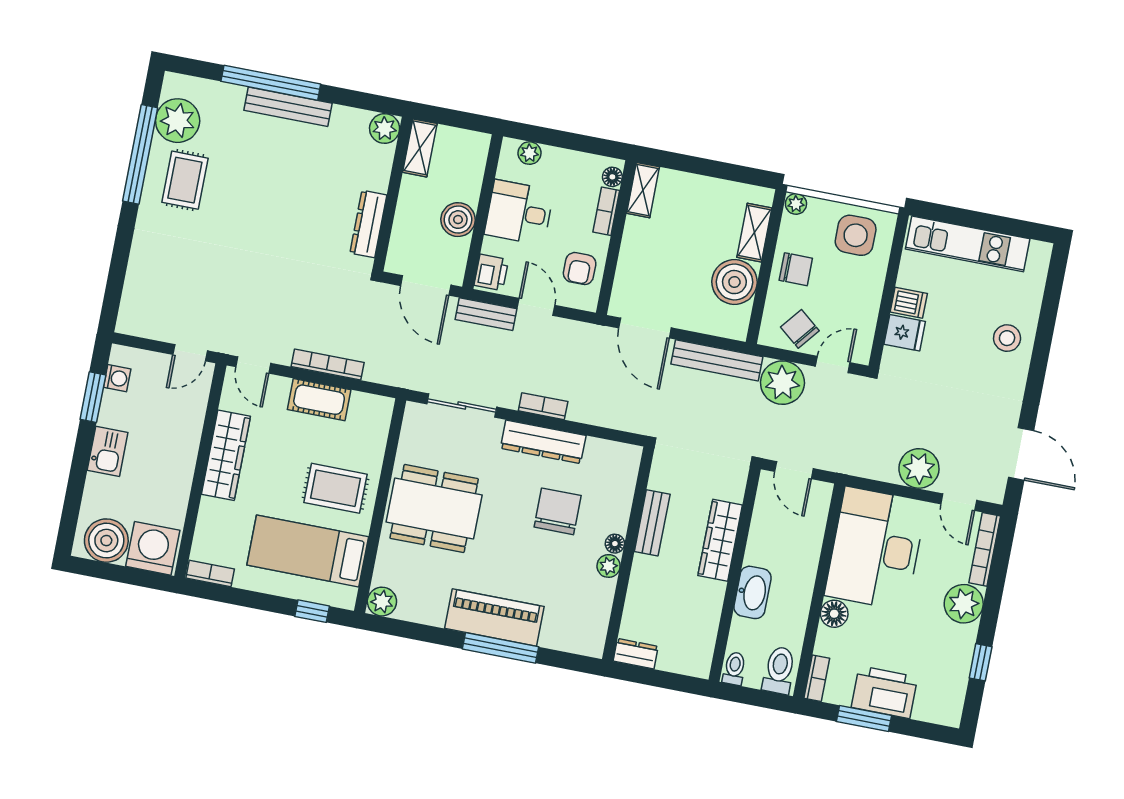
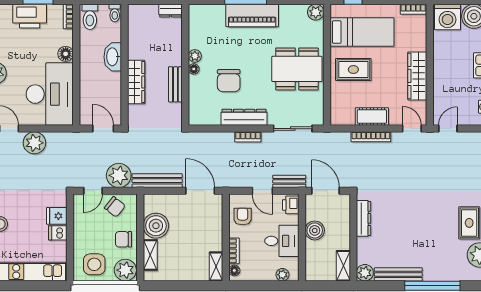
bench: (288, 107) -> (398, 274), moved
plant: (796, 204) -> (125, 270), width x1.88, depth x1.88

